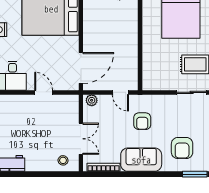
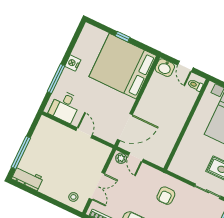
door: (120, 92) -> (136, 157), moved
armchair: (142, 121) -> (166, 196), moved

